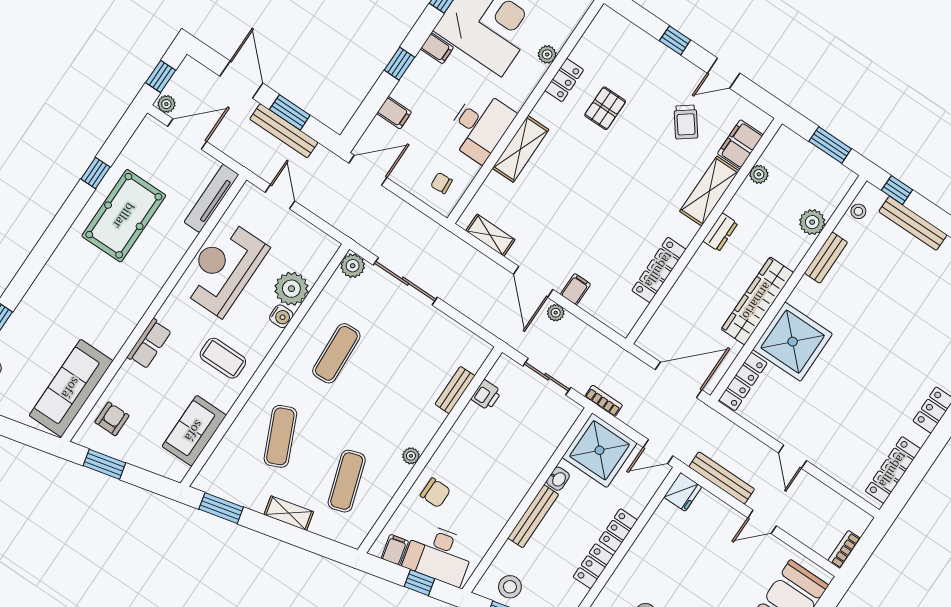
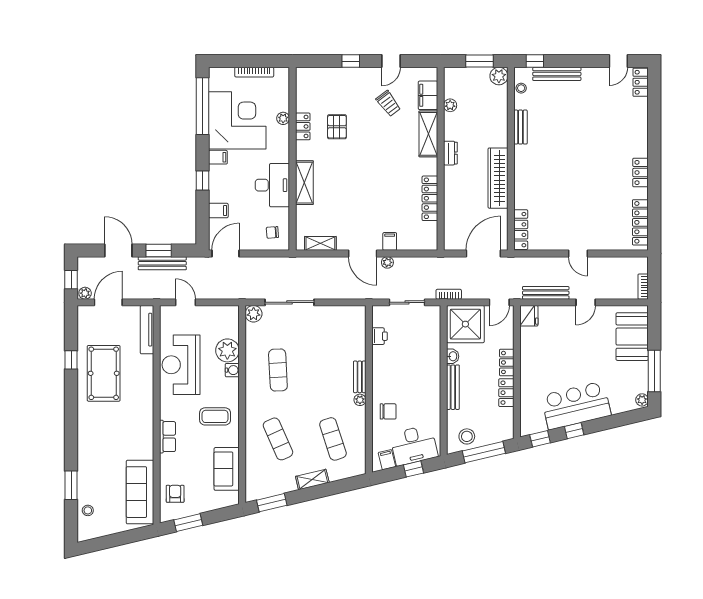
plant: (812, 222) -> (499, 76), moved
shower: (793, 342) -> (534, 188), removed
bench: (455, 390) -> (360, 377), moved

